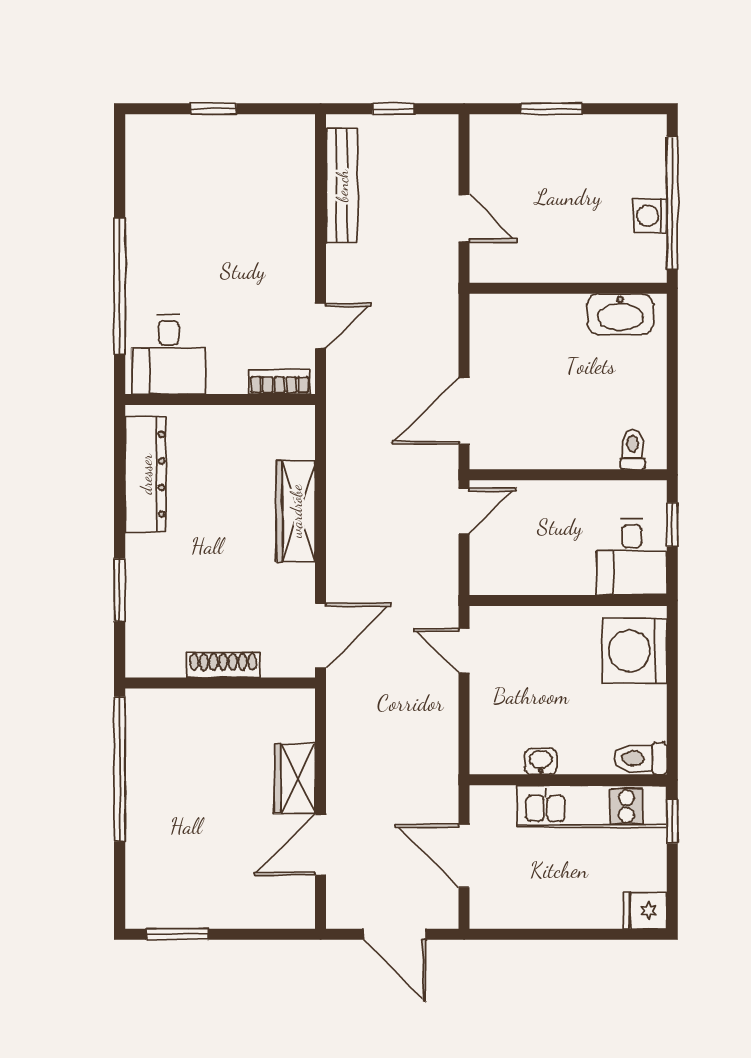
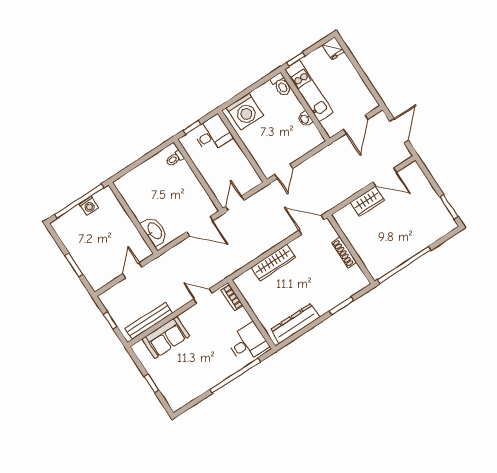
sofa: (286, 198) -> (166, 337), added
washbasin: (620, 314) -> (154, 231), moved
door: (464, 511) -> (235, 203), hinge flipped

